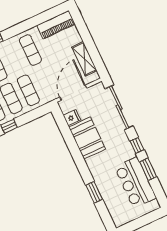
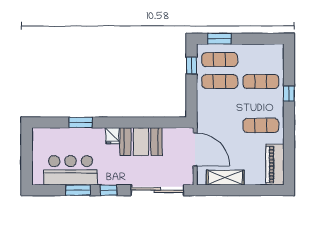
exercise mat: (28, 90) -> (220, 103), removed
fridge: (72, 118) -> (112, 136), moved

